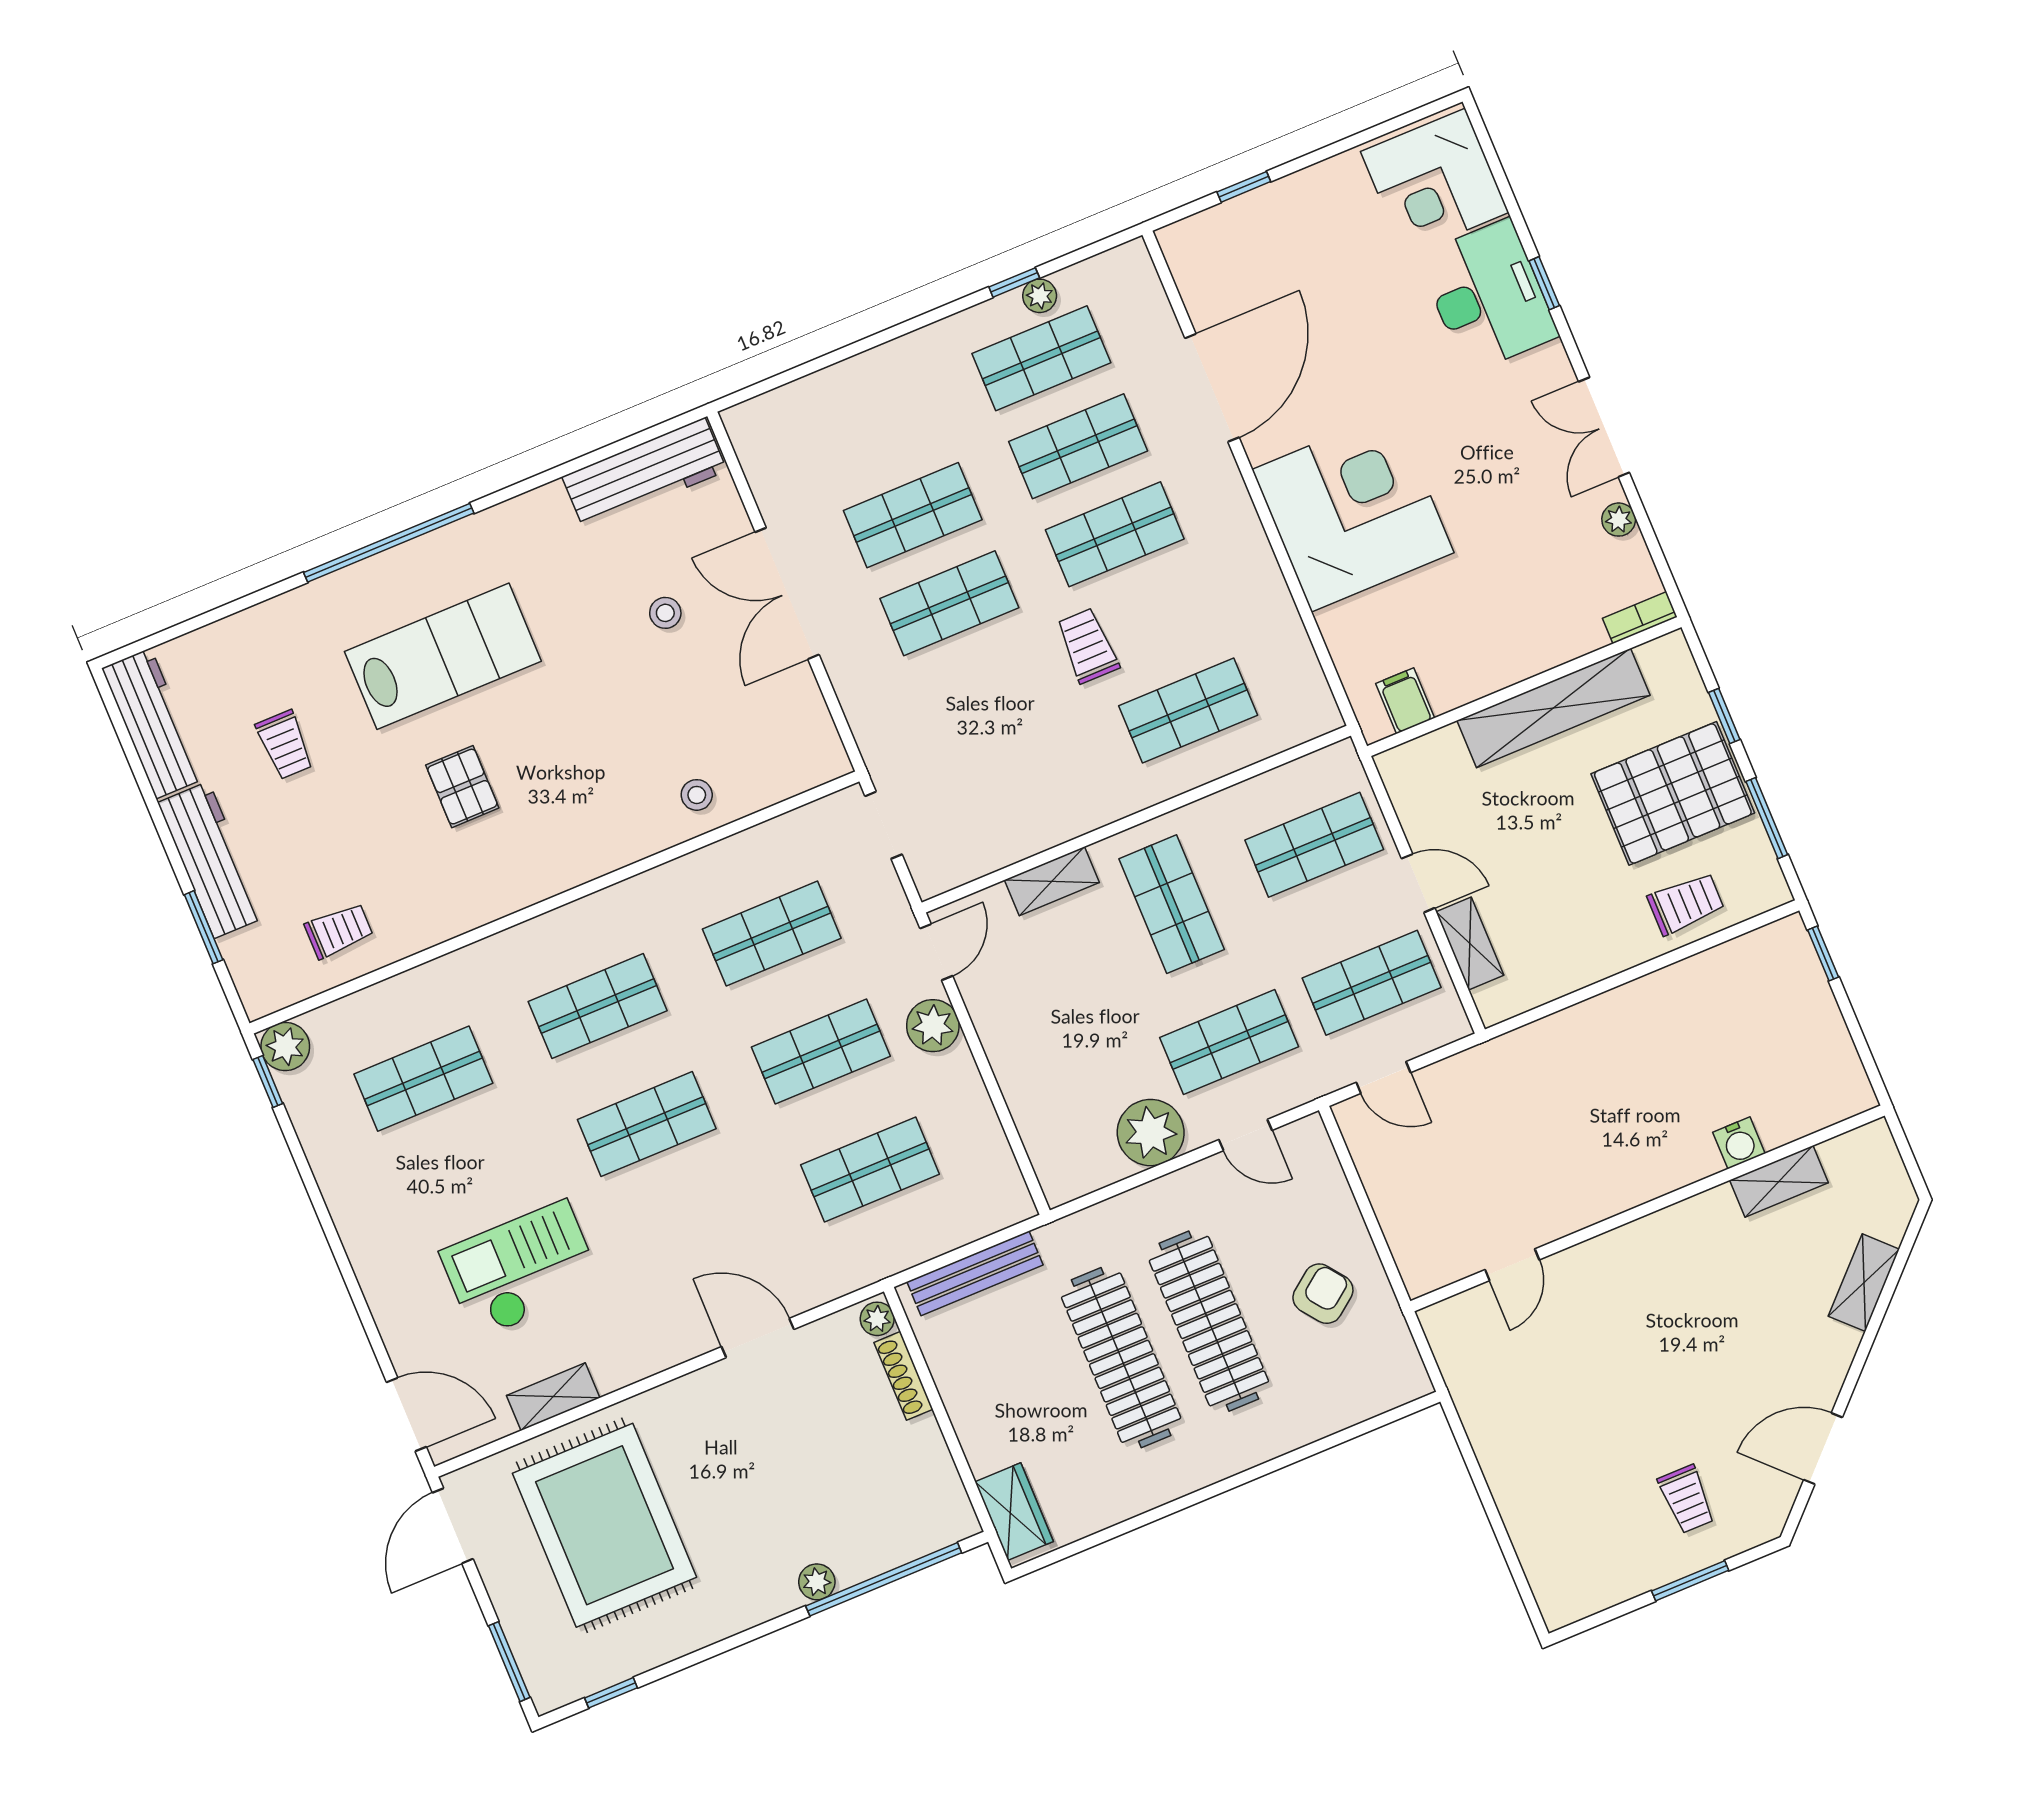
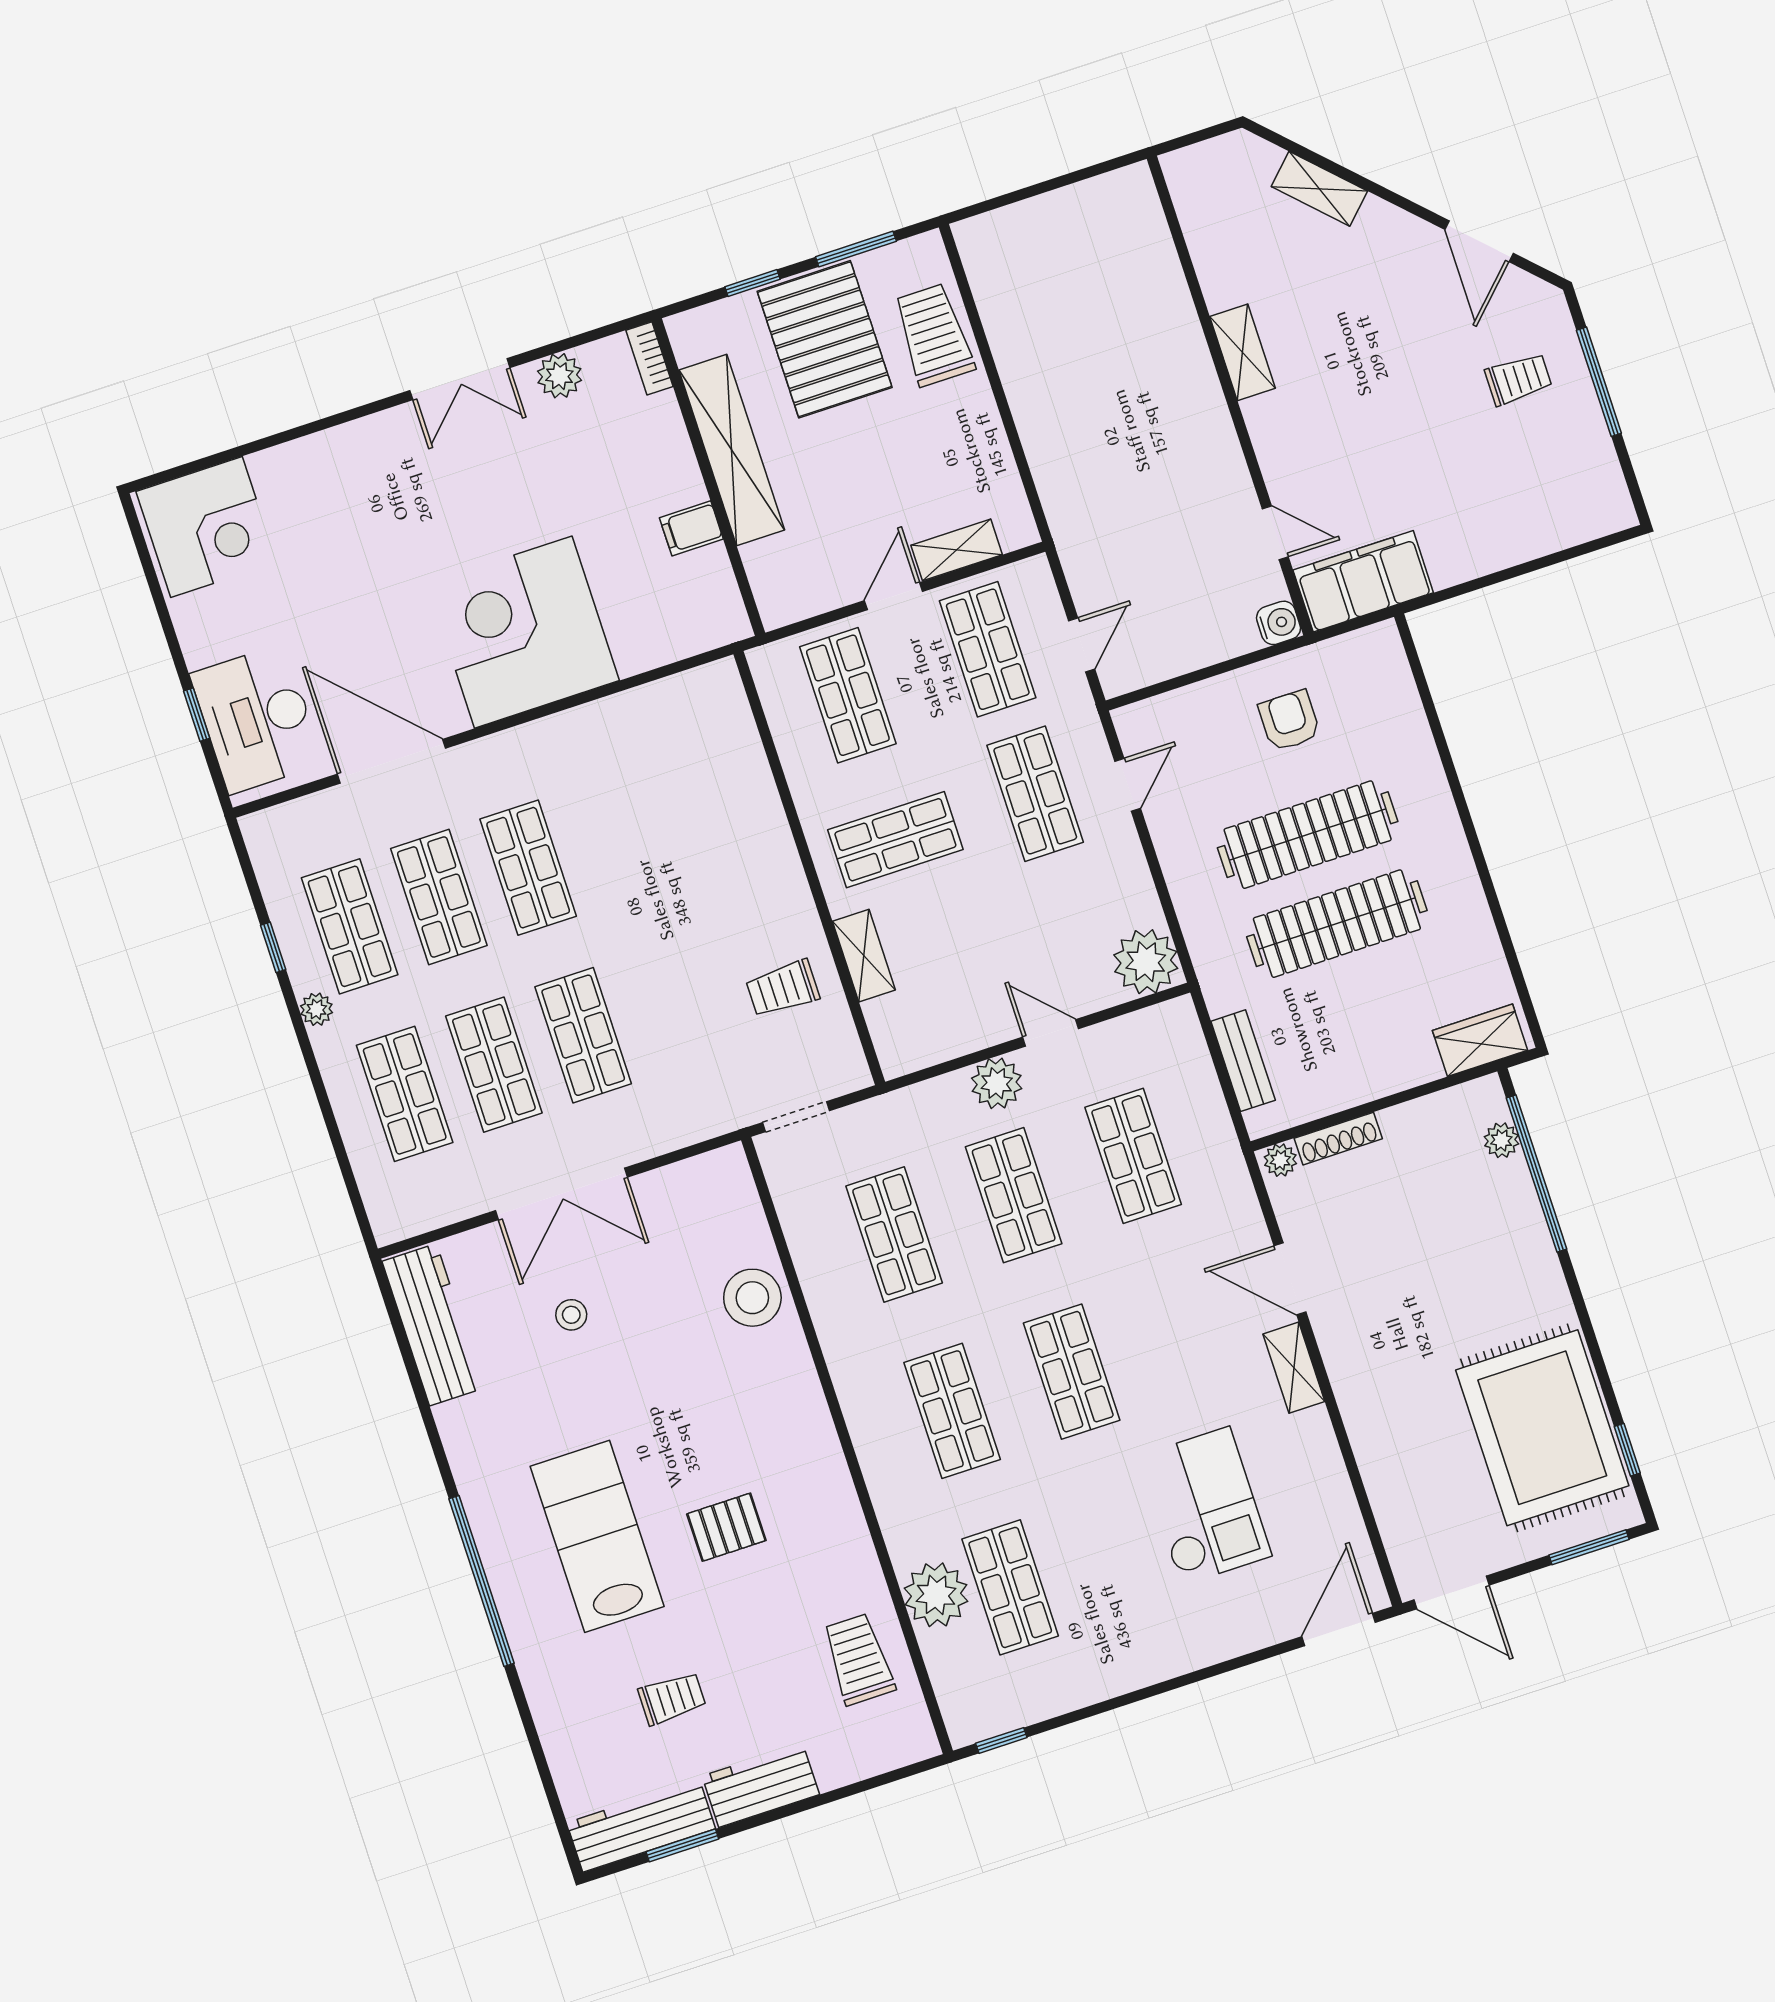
window: (1544, 283) -> (314, 427), removed
plant: (1040, 296) -> (316, 1009), moved
desk: (1488, 296) -> (257, 719), moved, turned -90
plant: (1619, 520) -> (559, 376), width x1.38, depth x1.38
trolley: (1088, 646) -> (783, 988), moved
filing cabinet: (1405, 701) -> (691, 528), moved
shop shelf: (1188, 711) -> (405, 1094), moved
stool: (697, 795) -> (752, 1298), width x1.89, depth x1.89
workbench: (211, 860) -> (761, 1785), width x0.73
trolley: (1686, 904) -> (934, 335), width x1.36, depth x1.39
window: (204, 927) -> (682, 1845), moved
trolley: (339, 931) -> (859, 1659), width x1.36, depth x1.39
door: (936, 952) -> (1051, 1033), moved
window: (1823, 954) -> (993, 204), removed
plant: (285, 1047) -> (936, 1595), moved, width x1.36, depth x1.36
plant: (1151, 1133) -> (1146, 962), moved
water cooler: (1739, 1143) -> (1279, 623), moved
shelving: (1779, 1181) -> (1242, 352), moved
checkout: (521, 1270) -> (1205, 1506), turned 180
bench: (975, 1273) -> (1243, 1061), width x0.73
armchair: (1323, 1294) -> (1289, 721), turned 37
door: (758, 1338) -> (1290, 1279), hinge flipped
filing cabinet: (1470, 1358) -> (1363, 581), added
shelving: (553, 1397) -> (1294, 1368), moved
rug: (604, 1525) -> (1542, 1428), moved, turned 90
window: (1690, 1581) -> (1599, 382), width x1.44
plant: (817, 1582) -> (1501, 1140), moved

